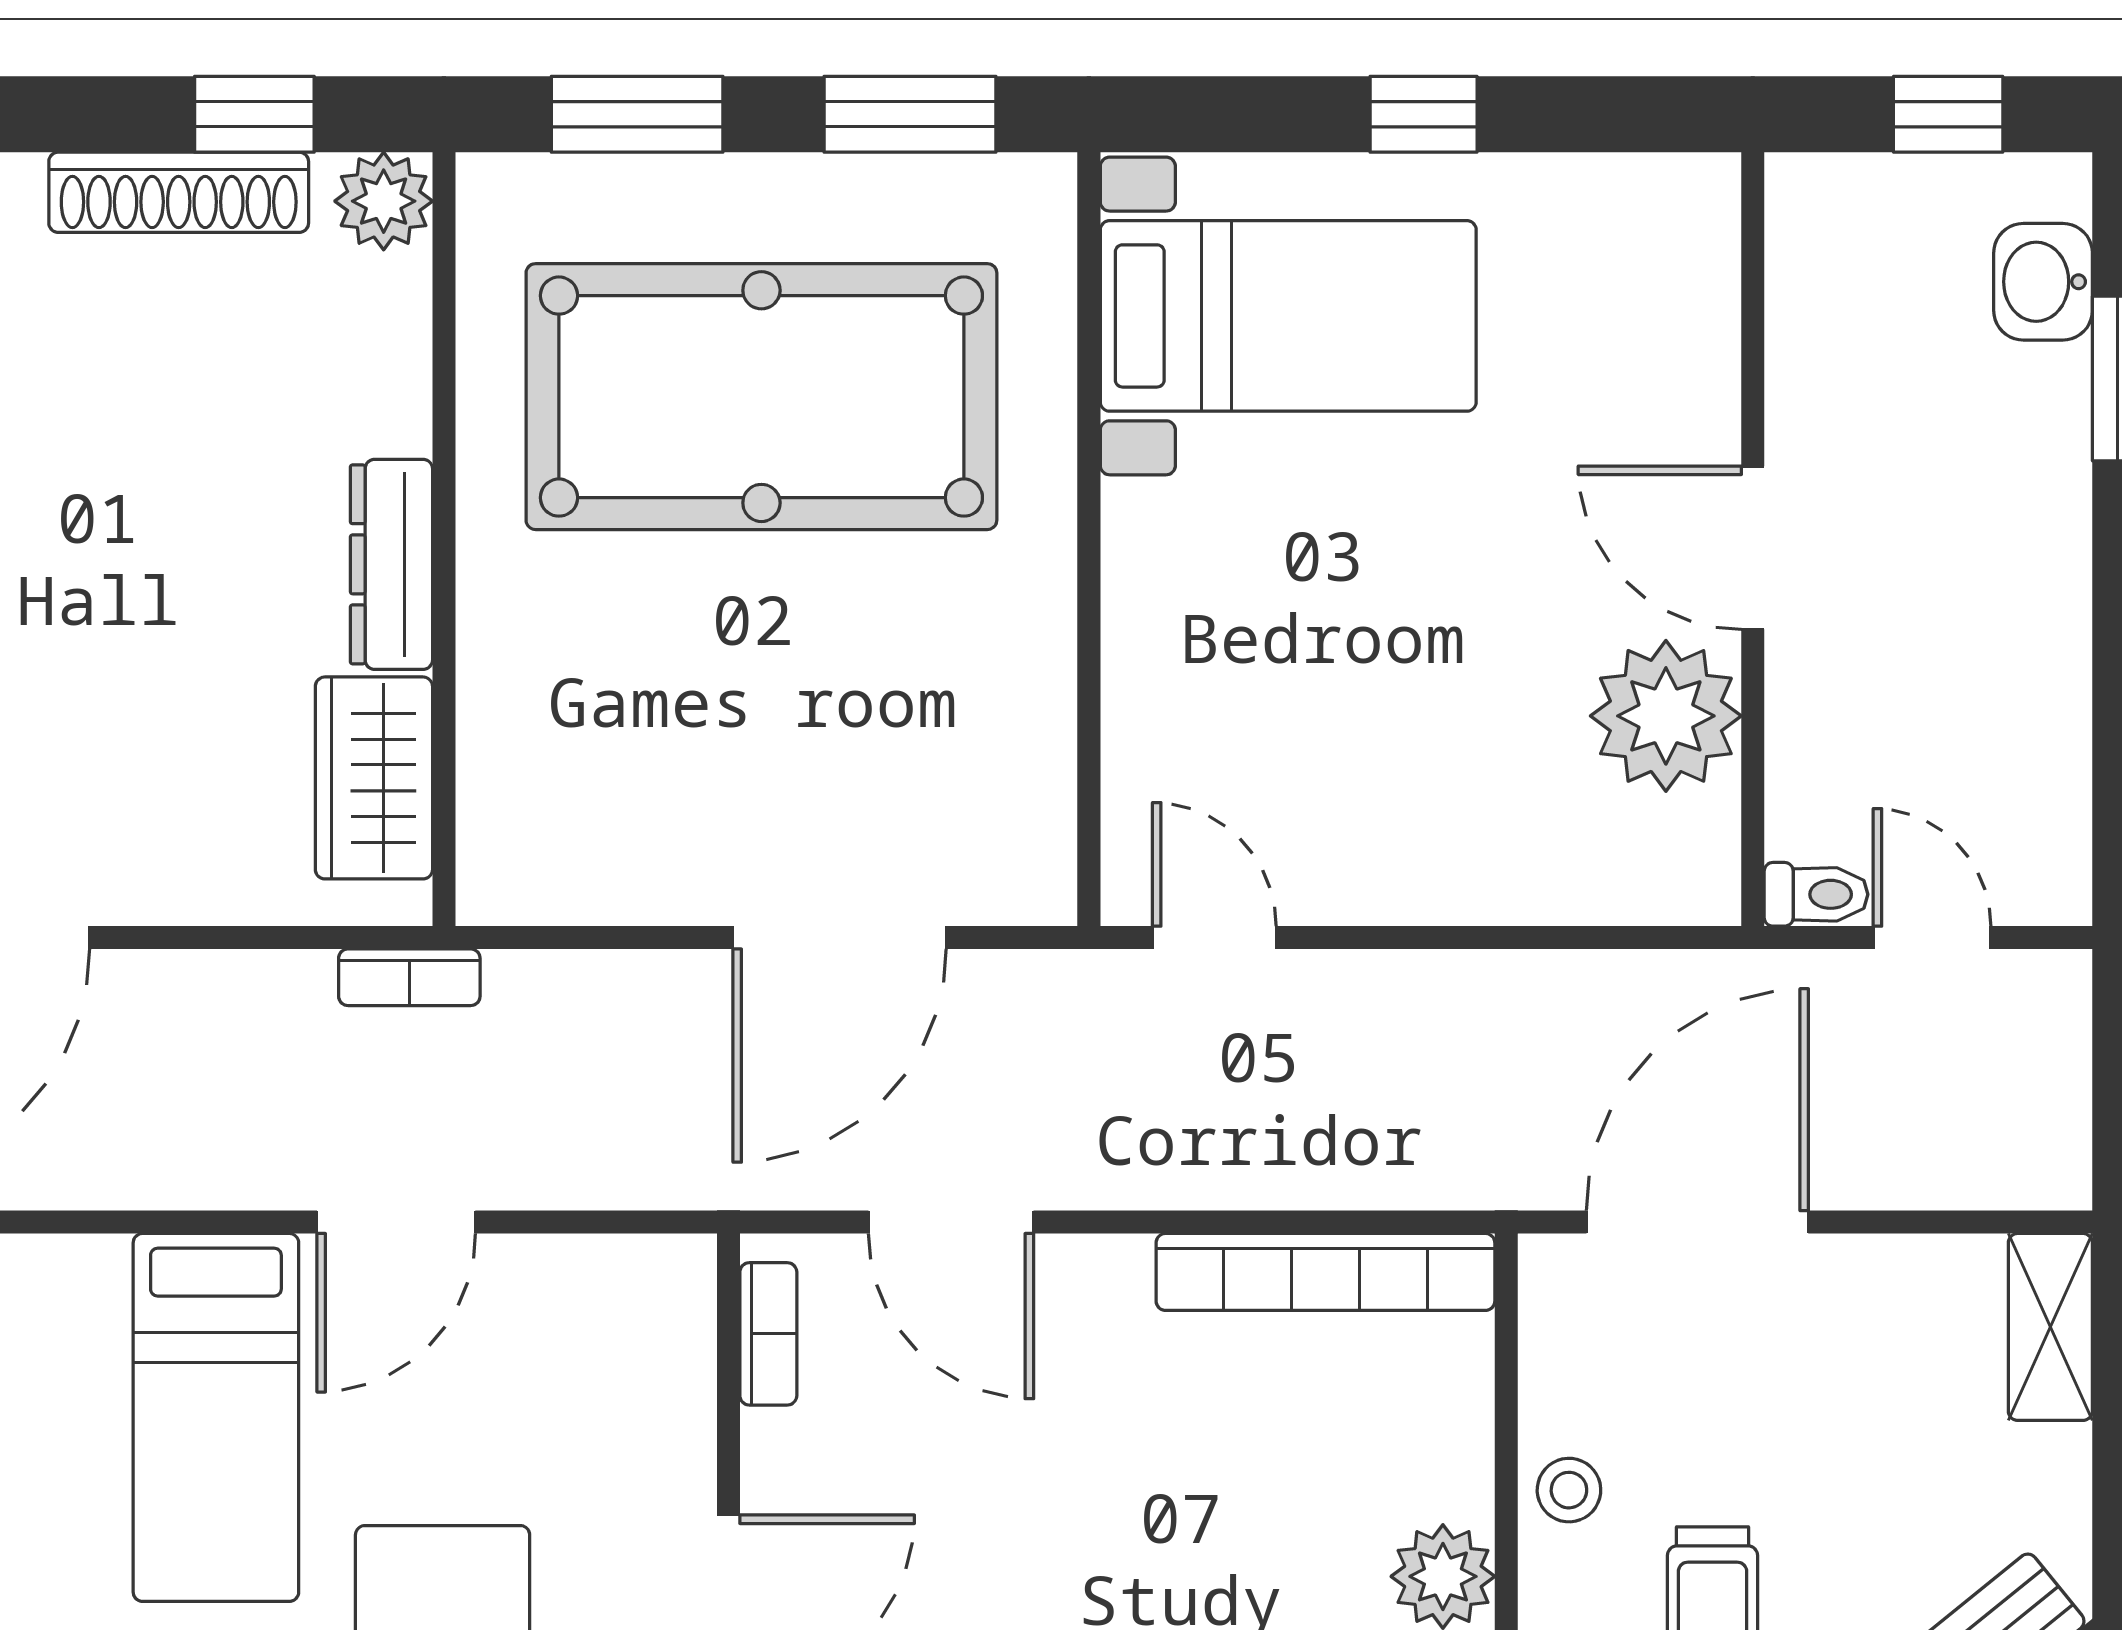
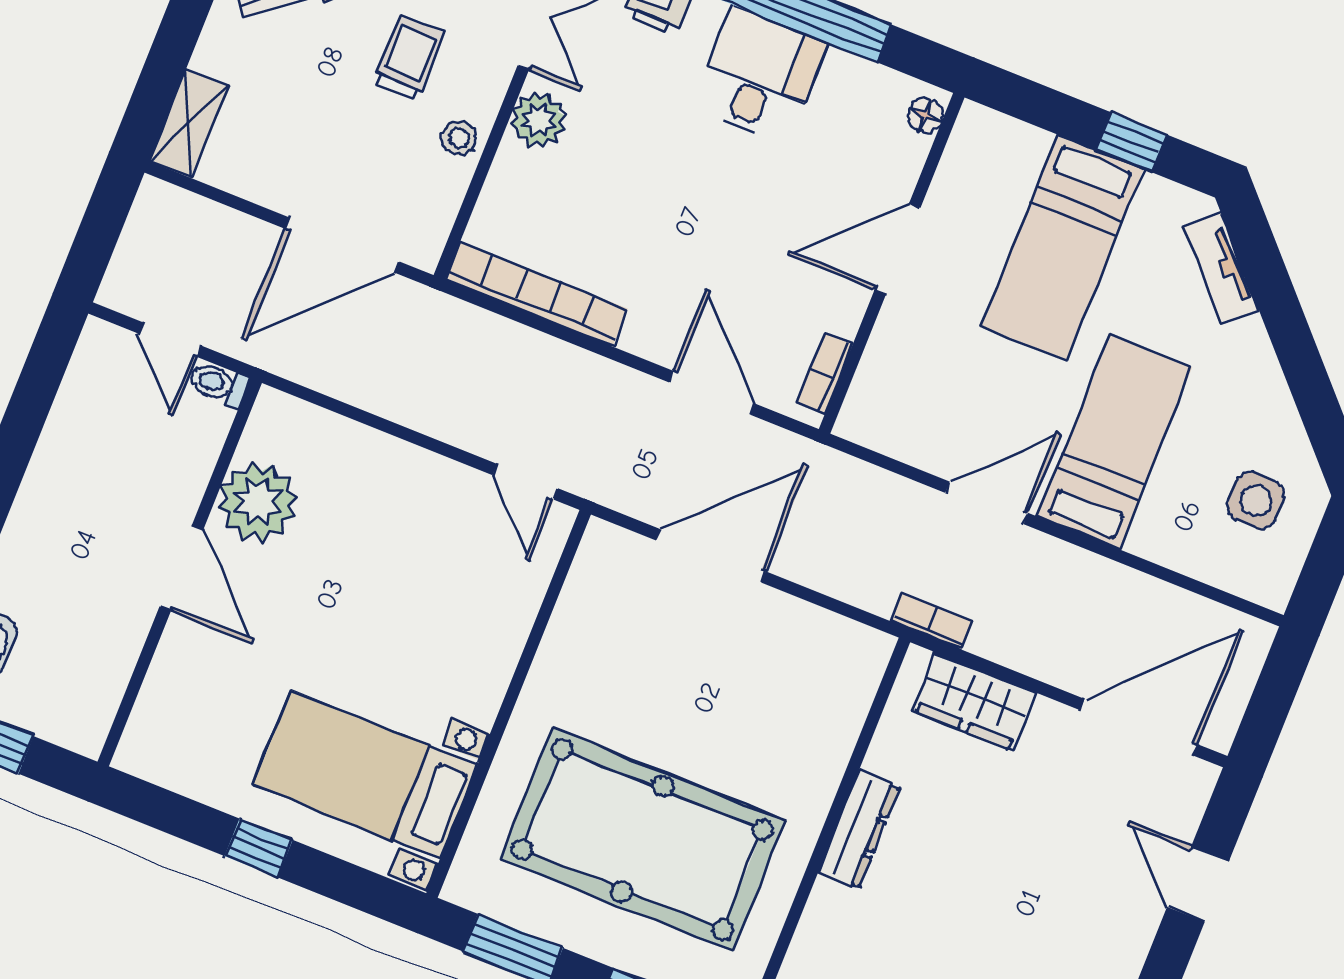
wardrobe: (374, 778) -> (974, 701), moved, turned 90

